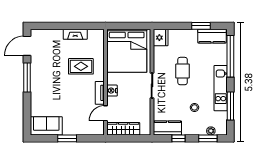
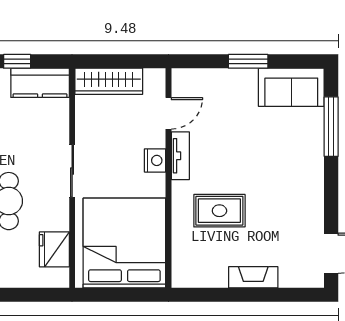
fireplace: (75, 34) -> (253, 277), moved
fridge: (161, 38) -> (54, 249), moved
window: (27, 78) -> (331, 127), moved
wardrobe: (123, 129) -> (109, 81), moved

